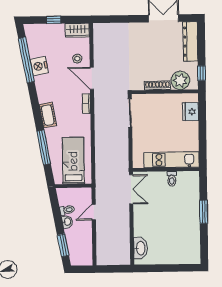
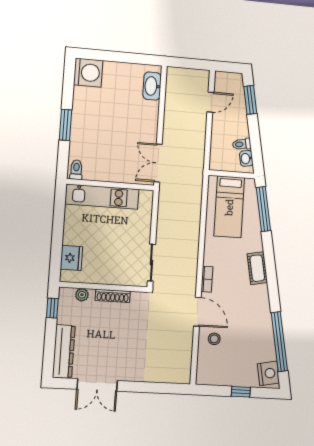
wardrobe: (77, 30) -> (211, 376), removed
nightstand: (39, 66) -> (268, 373), moved
plant: (180, 80) -> (82, 295), width x0.53, depth x0.53
window: (44, 147) -> (263, 209), moved
toilet: (172, 179) -> (76, 170), moved
door: (94, 212) -> (210, 102), moved
washbasin: (67, 222) -> (246, 158), moved
washing machine: (190, 253) -> (88, 73), added

